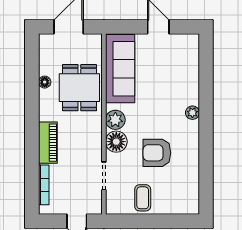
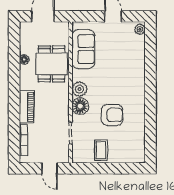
sofa: (120, 69) -> (83, 49), width x0.73
plant: (192, 113) -> (140, 29), moved
armchair: (157, 153) -> (112, 115), turned 180

